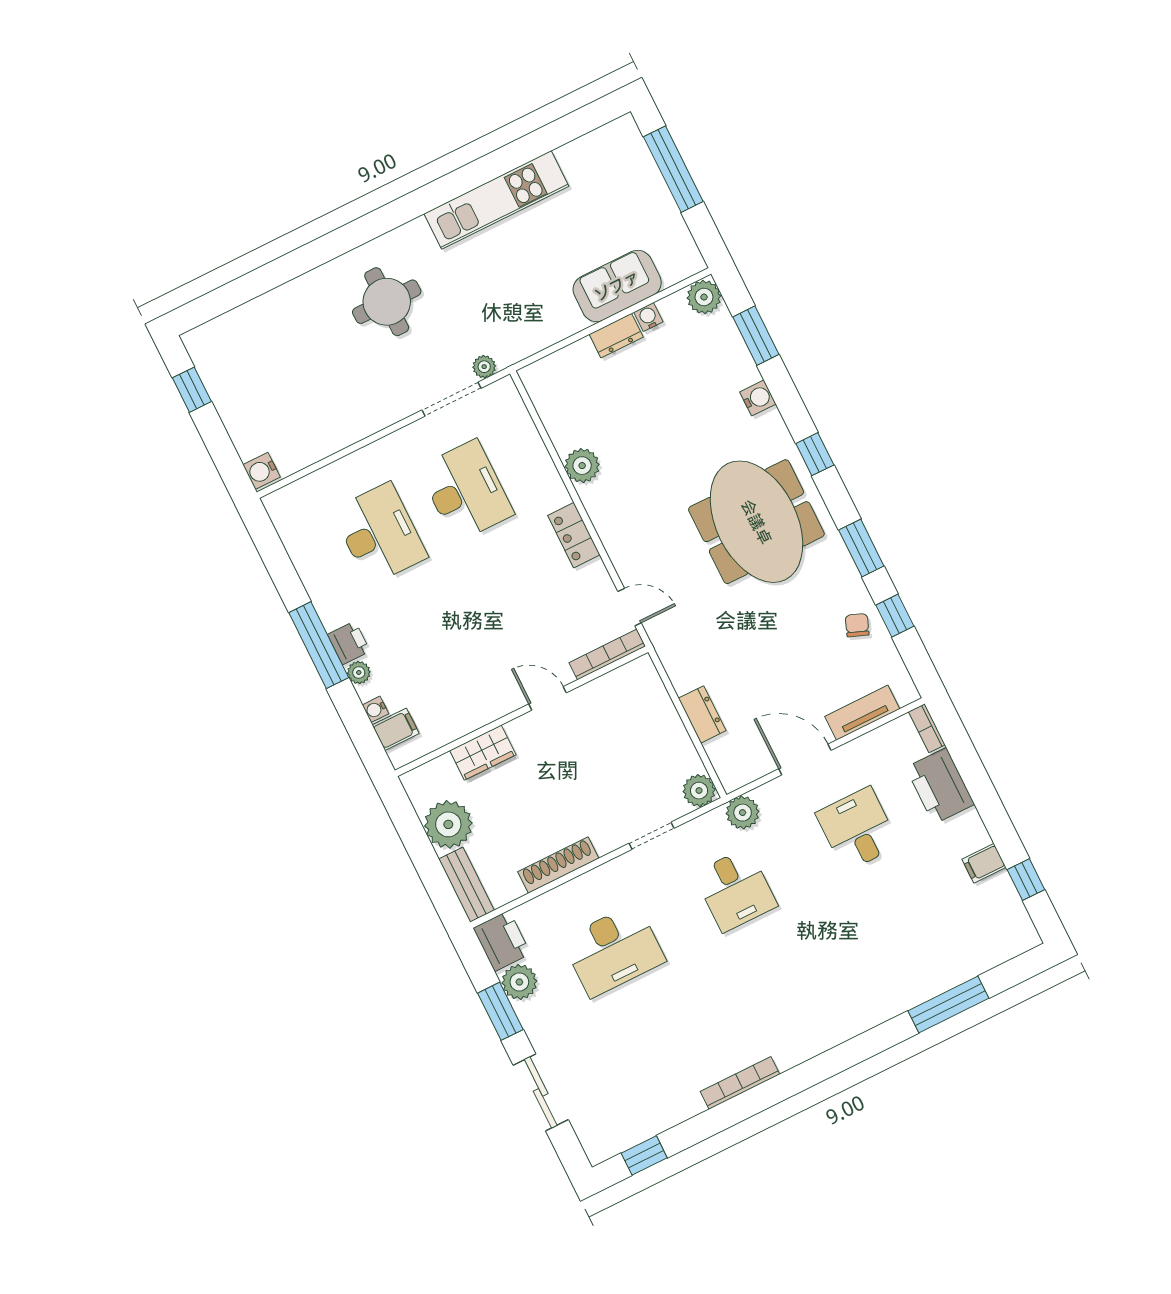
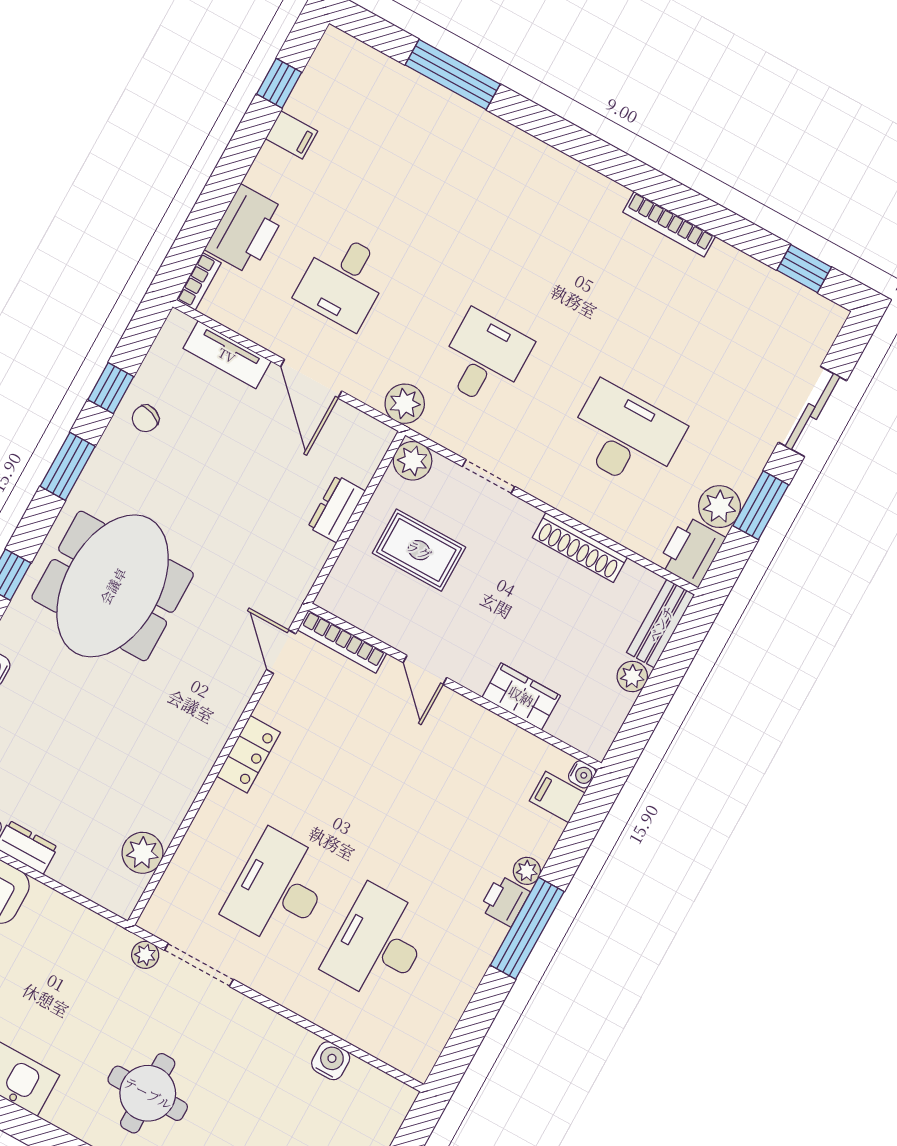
plant: (582, 466) -> (142, 853), moved
water cooler: (262, 471) -> (331, 1061), moved, turned -90
water cooler: (375, 709) -> (582, 774), moved
rug: (634, 752) -> (419, 550), added
plant: (448, 824) -> (632, 676), width x0.53, depth x0.53

